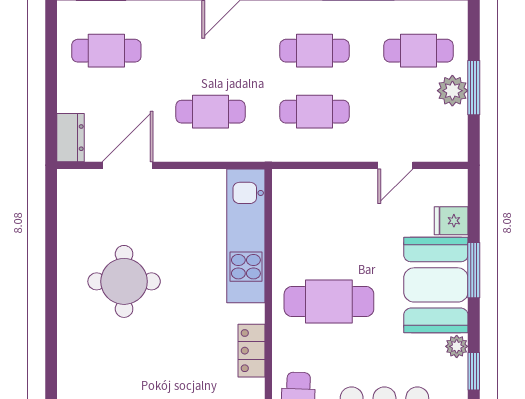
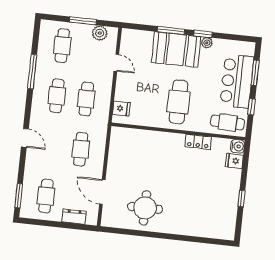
plant: (452, 91) -> (100, 33), moved
dresser: (71, 138) -> (74, 217), moved
fridge: (451, 221) -> (121, 109), moved, turned -90
kitchen unit: (246, 236) -> (143, 139), removed
round table: (124, 281) -> (145, 208), moved
window: (474, 371) -> (203, 34), moved

